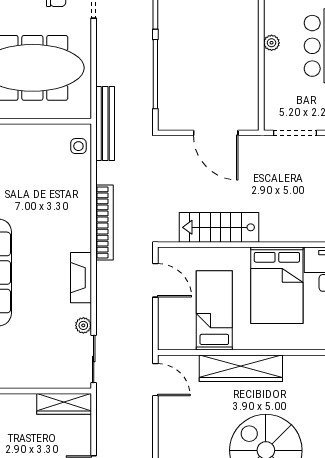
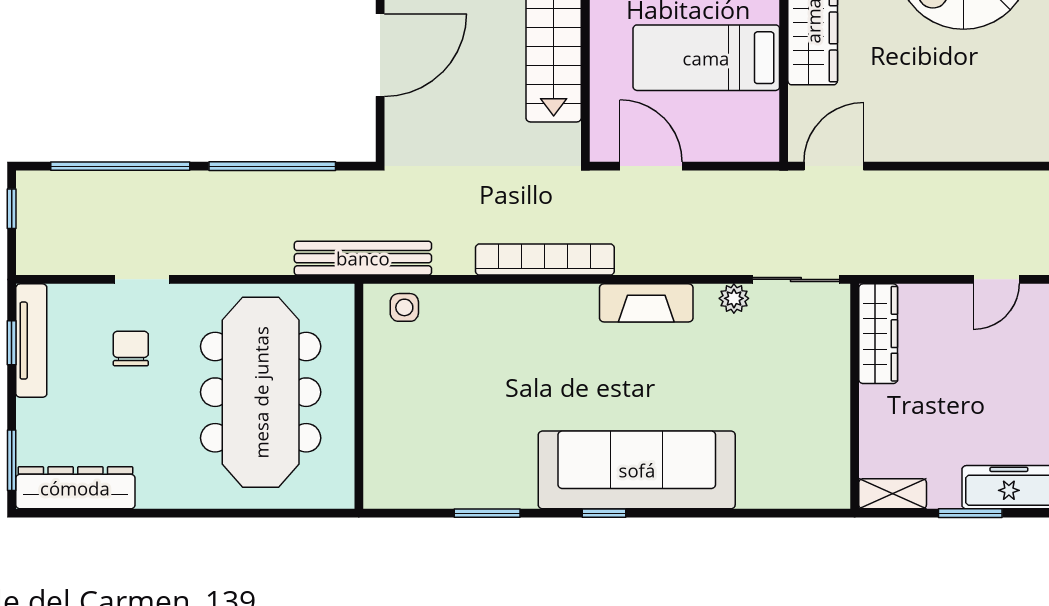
door: (155, 280) -> (651, 166), hinge flipped

